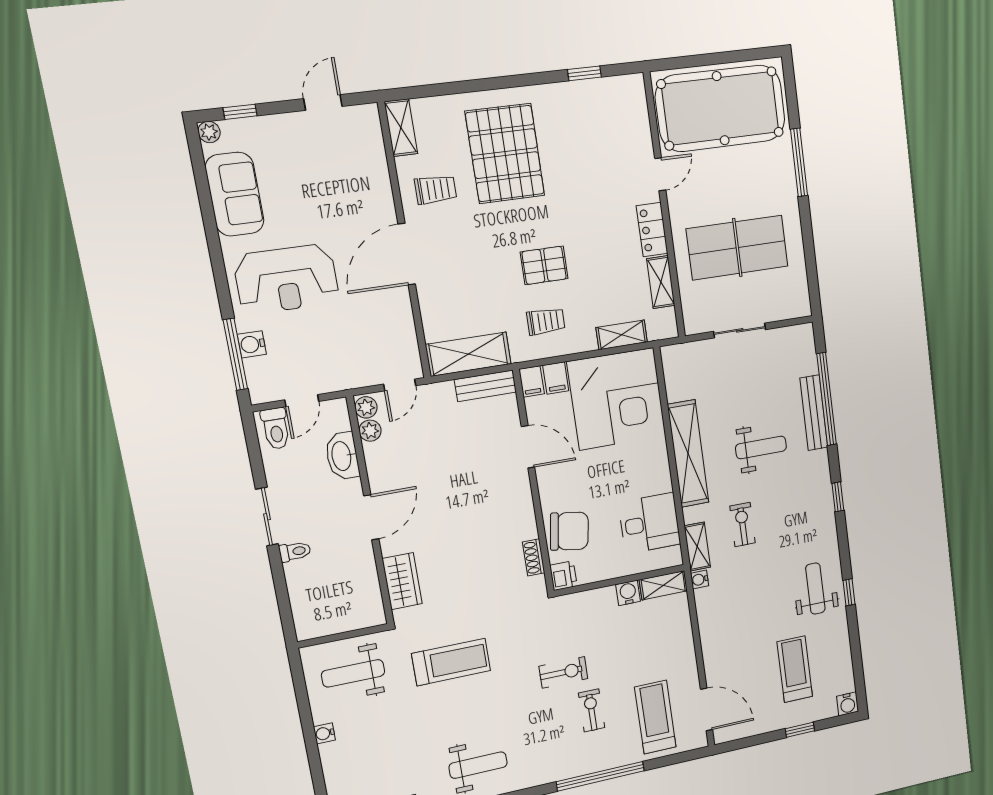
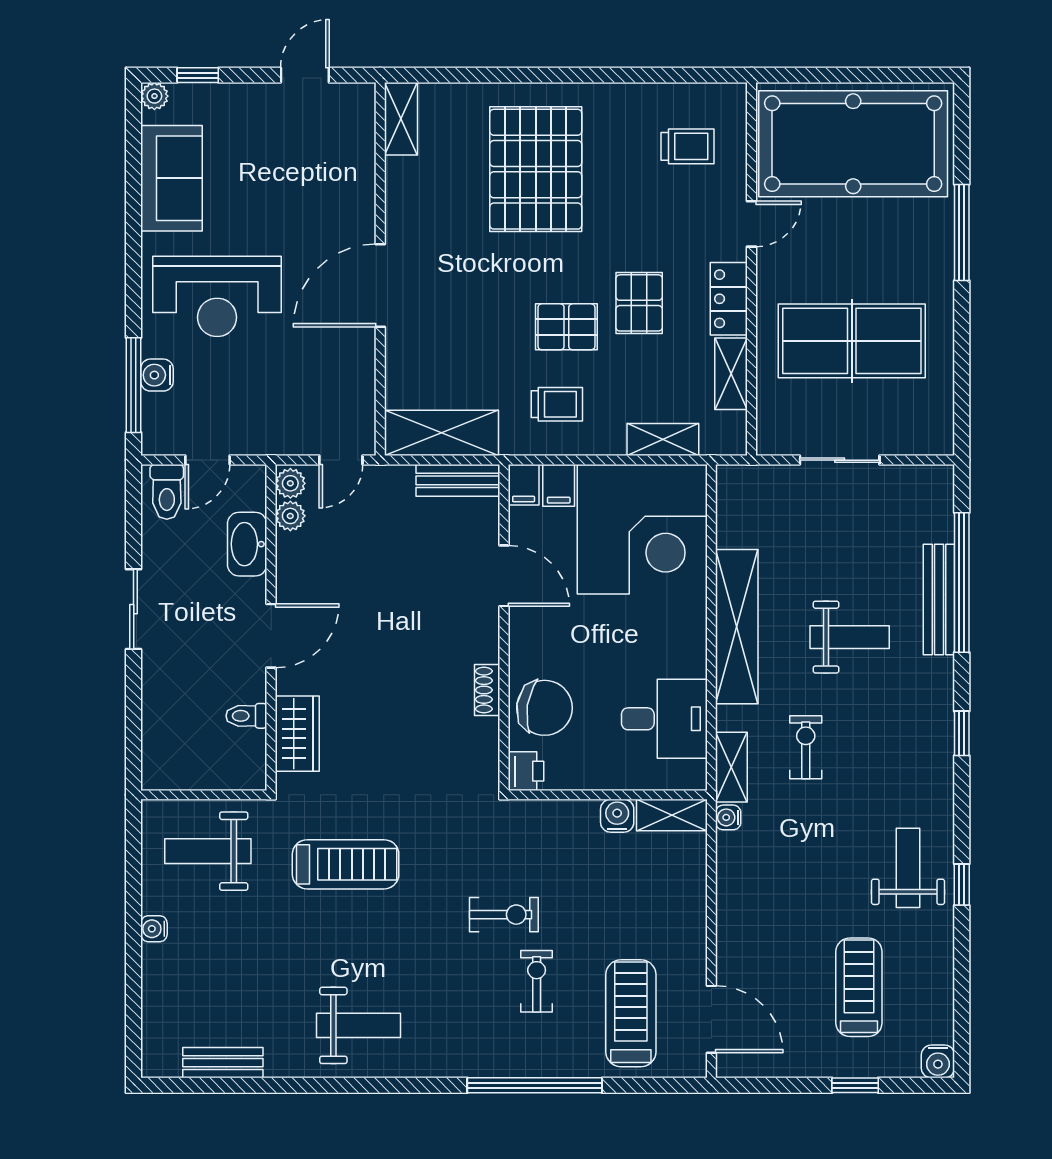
window: (584, 73) -> (663, 75), removed
trolley: (436, 190) -> (688, 146), moved
pallet: (592, 241) -> (639, 303), added
toilet: (295, 551) -> (246, 716), moved, turned 180
shoe rack: (534, 557) -> (487, 690), moved

